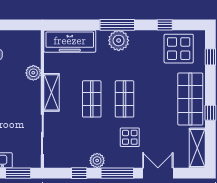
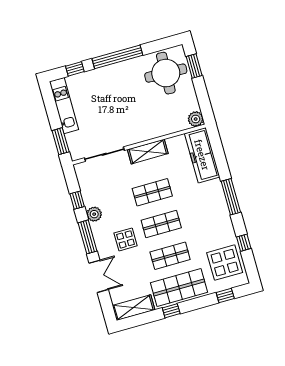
plant: (119, 40) -> (216, 202), removed
plant: (33, 73) -> (196, 119), moved
shop shelf: (157, 99) -> (170, 256), added

